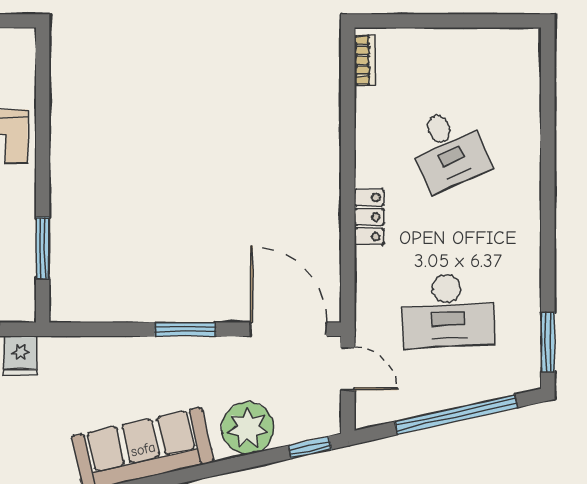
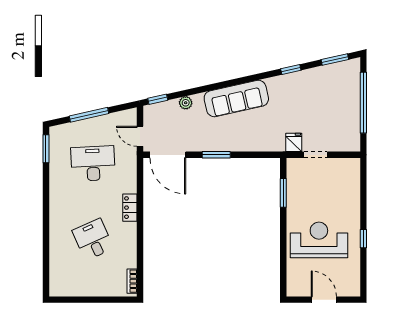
window: (456, 415) -> (89, 115), width x0.68
plant: (248, 428) -> (186, 103), width x0.53, depth x0.53

